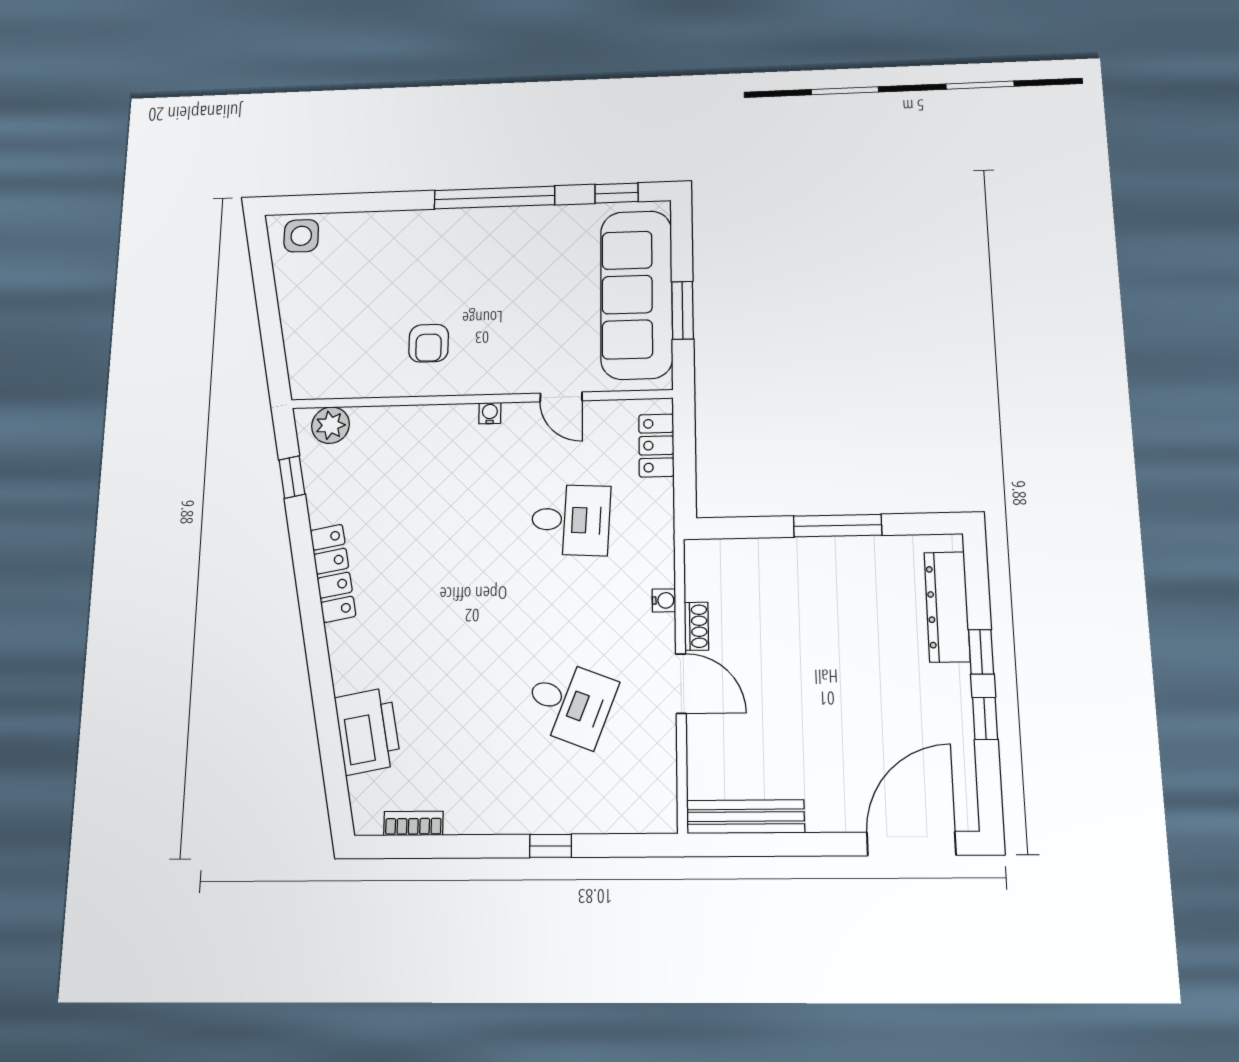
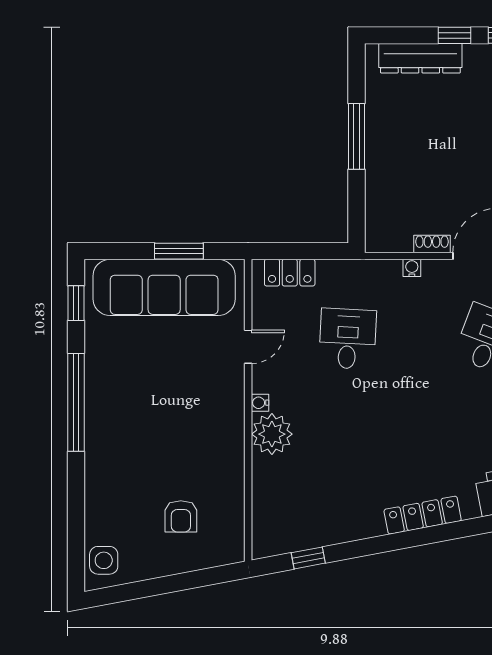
armchair: (429, 343) -> (181, 516), moved, turned 90
plant: (330, 425) -> (272, 434), moved, width x1.36, depth x1.36
locker: (333, 573) -> (423, 515), moved

